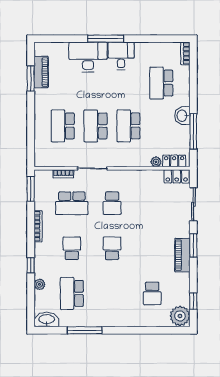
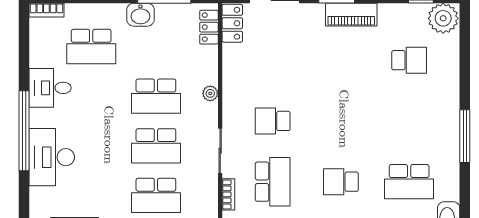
window: (106, 39) -> (24, 131), width x1.46
desk: (121, 56) -> (50, 88), moved
plant: (156, 162) -> (210, 93), moved
school desk: (112, 203) -> (273, 121), turned 180
school desk: (112, 248) -> (341, 121), removed
window: (85, 330) -> (465, 136), moved

